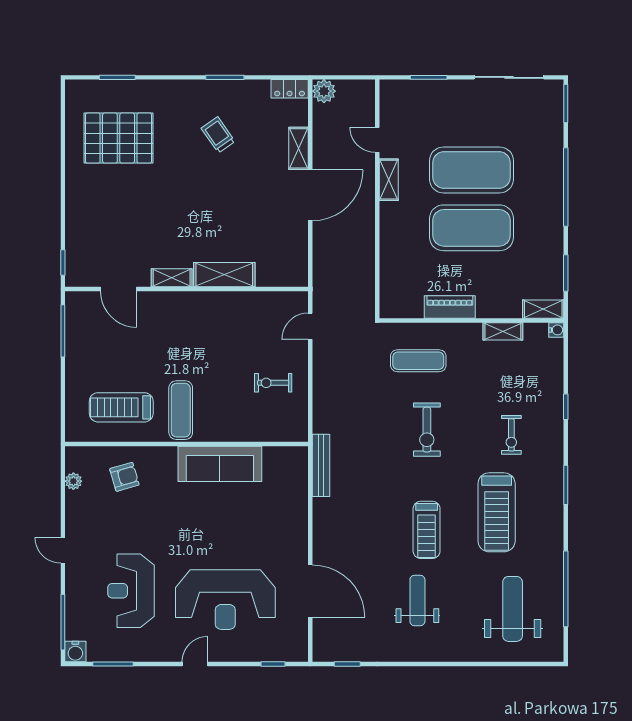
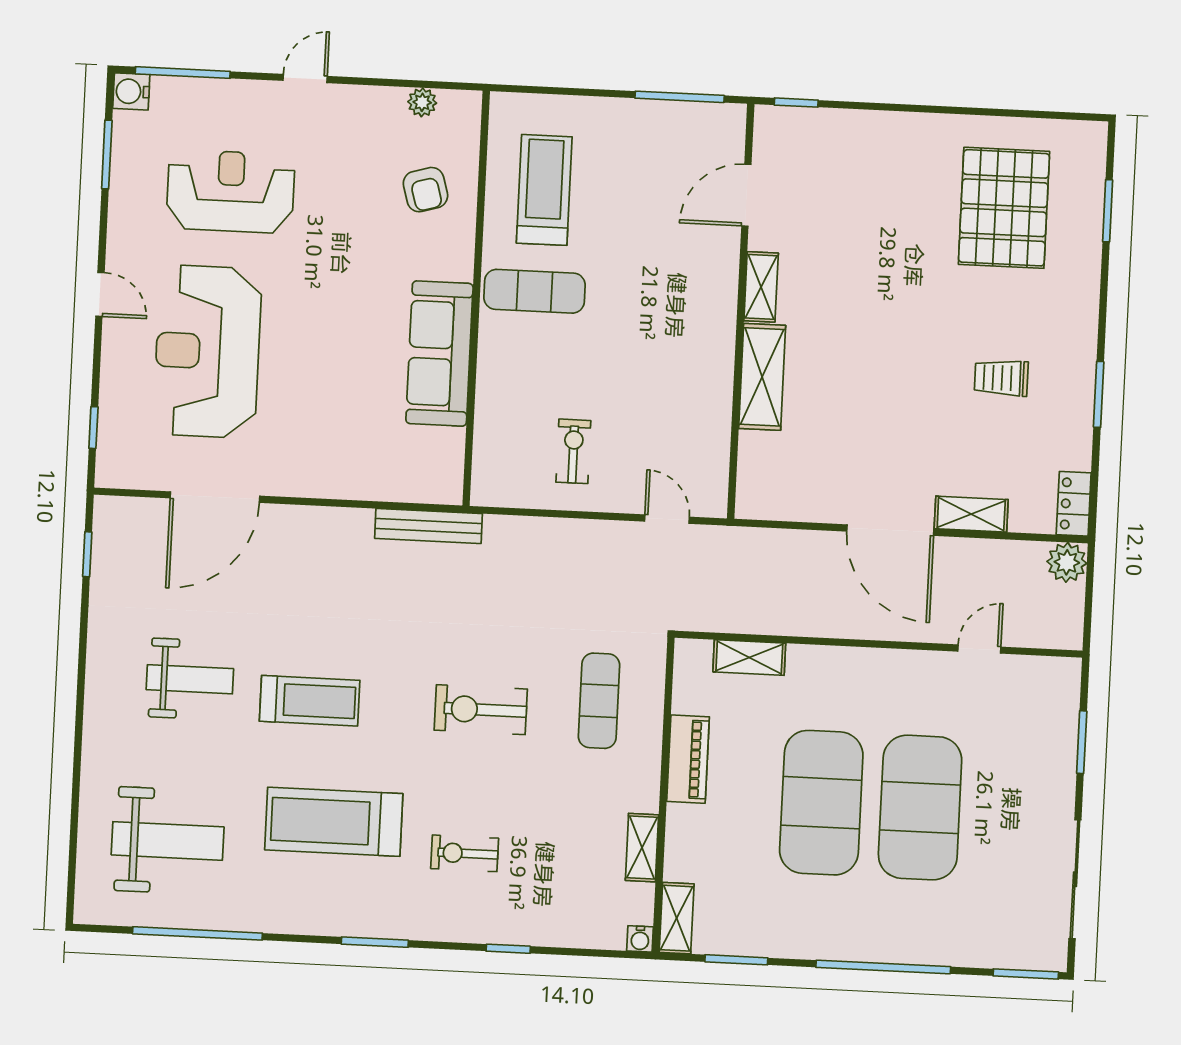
trolley: (218, 135) -> (1001, 378), turned -145
shelving: (389, 180) -> (749, 658), moved
treadmill: (427, 530) -> (310, 701), turned 180

